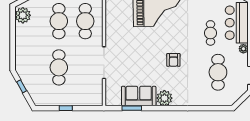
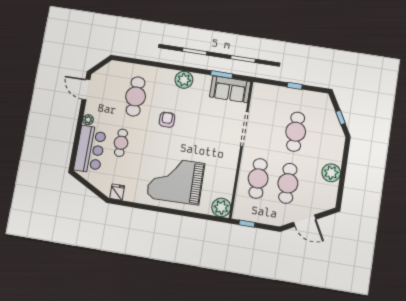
plant: (23, 15) -> (331, 173), moved
cafe table: (218, 72) -> (136, 96), moved
sofa: (139, 96) -> (230, 89), moved

